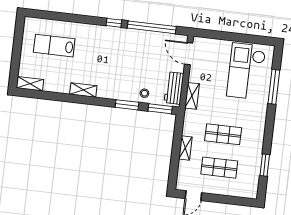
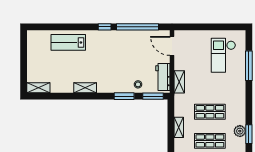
lab bench: (54, 46) -> (68, 42), moved
checkout: (246, 71) -> (223, 55), width x0.73, depth x0.83
plant: (255, 160) -> (240, 131), added

